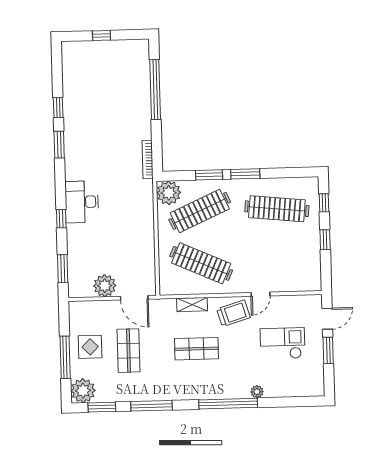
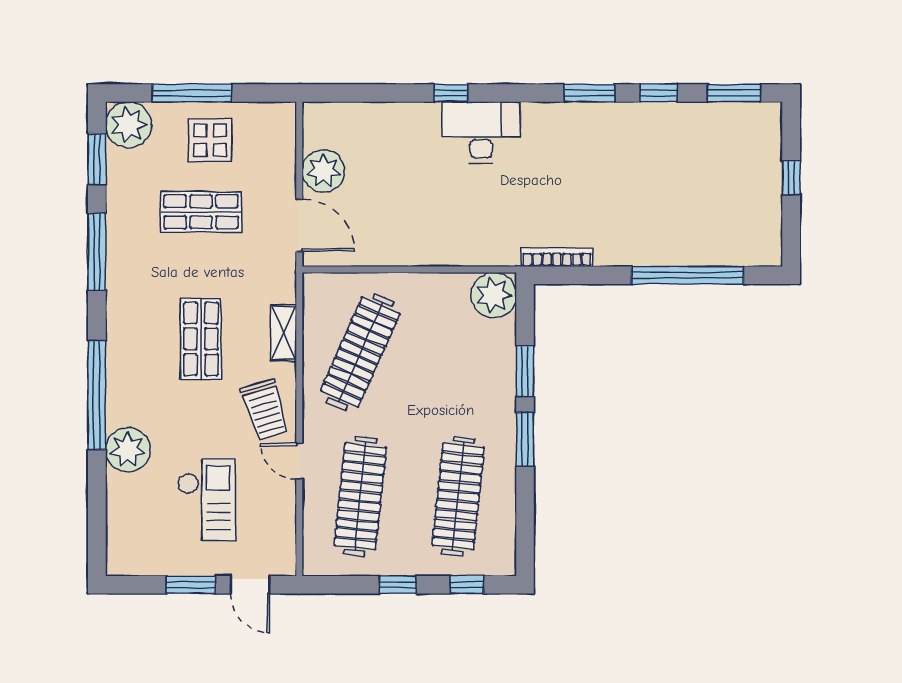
clothes rail: (200, 211) -> (360, 496), moved, turned 30
window: (63, 269) -> (734, 93), moved
door: (134, 298) -> (299, 225), swing flipped
plant: (257, 392) -> (128, 450), width x1.88, depth x1.88

